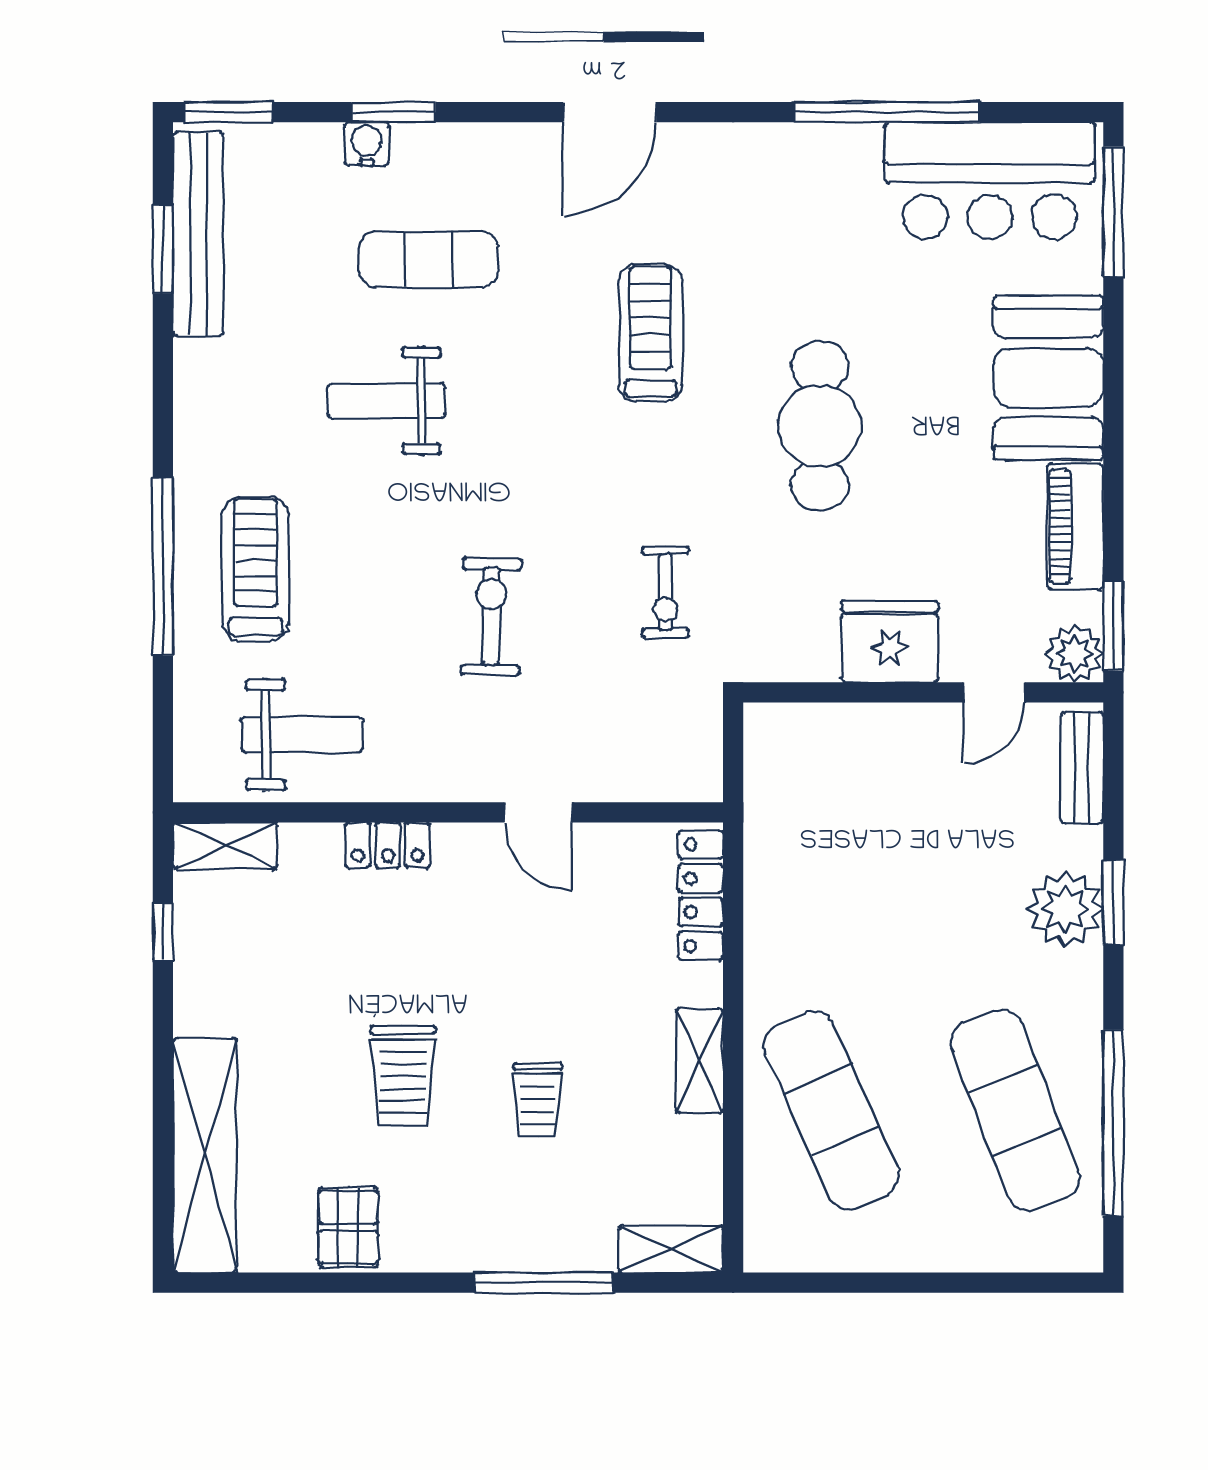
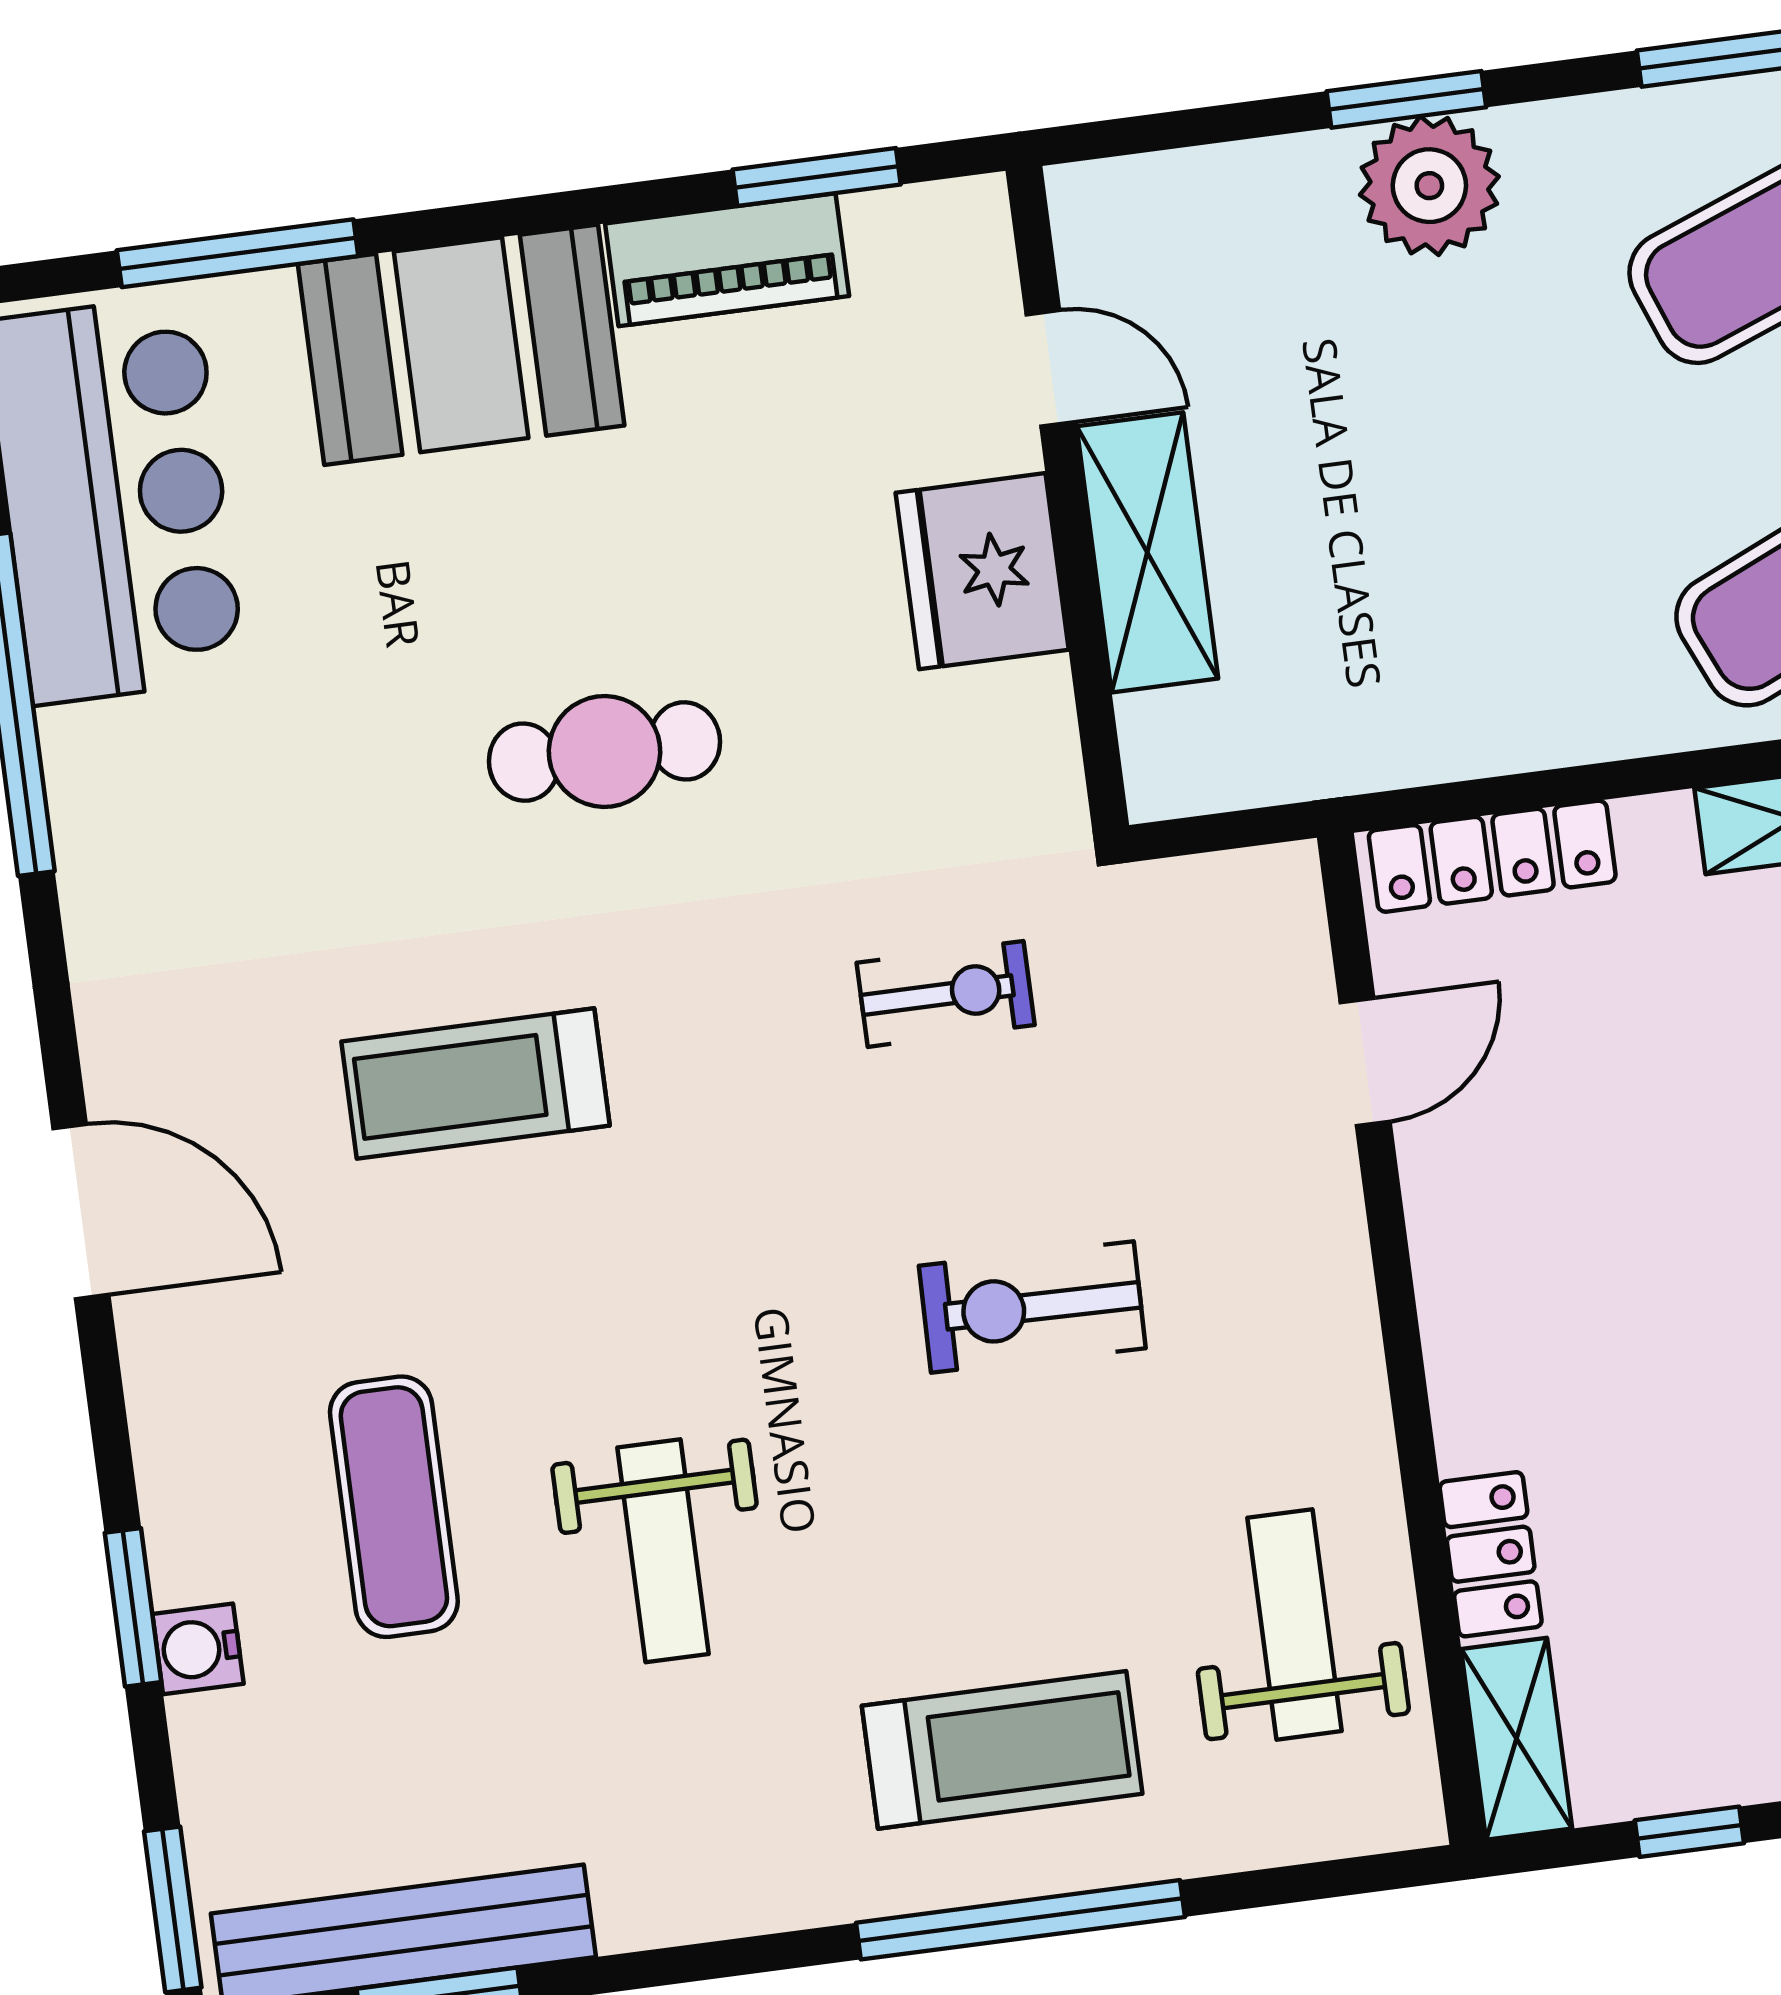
window: (1113, 212) -> (238, 253), moved
cafe table: (820, 426) -> (604, 752), width x0.73, depth x0.74
treadmill: (255, 569) -> (1002, 1750), turned 180
window: (1113, 626) -> (817, 177), moved
plant: (1074, 653) -> (960, 230), removed
shelving: (888, 731) -> (1147, 552), added
bench: (1082, 768) -> (1167, 189), removed
door: (538, 812) -> (1365, 1062), moved
locker: (388, 845) -> (1491, 1554), moved

